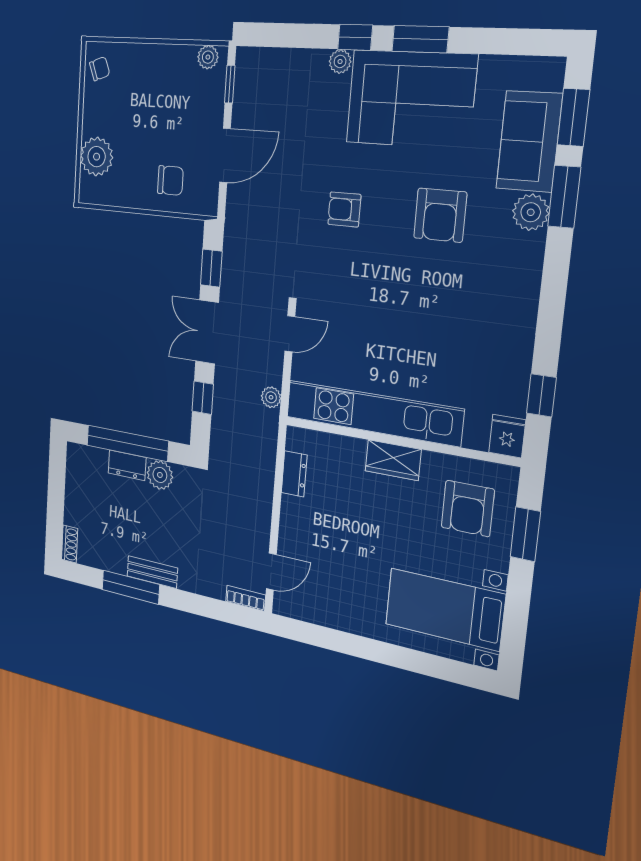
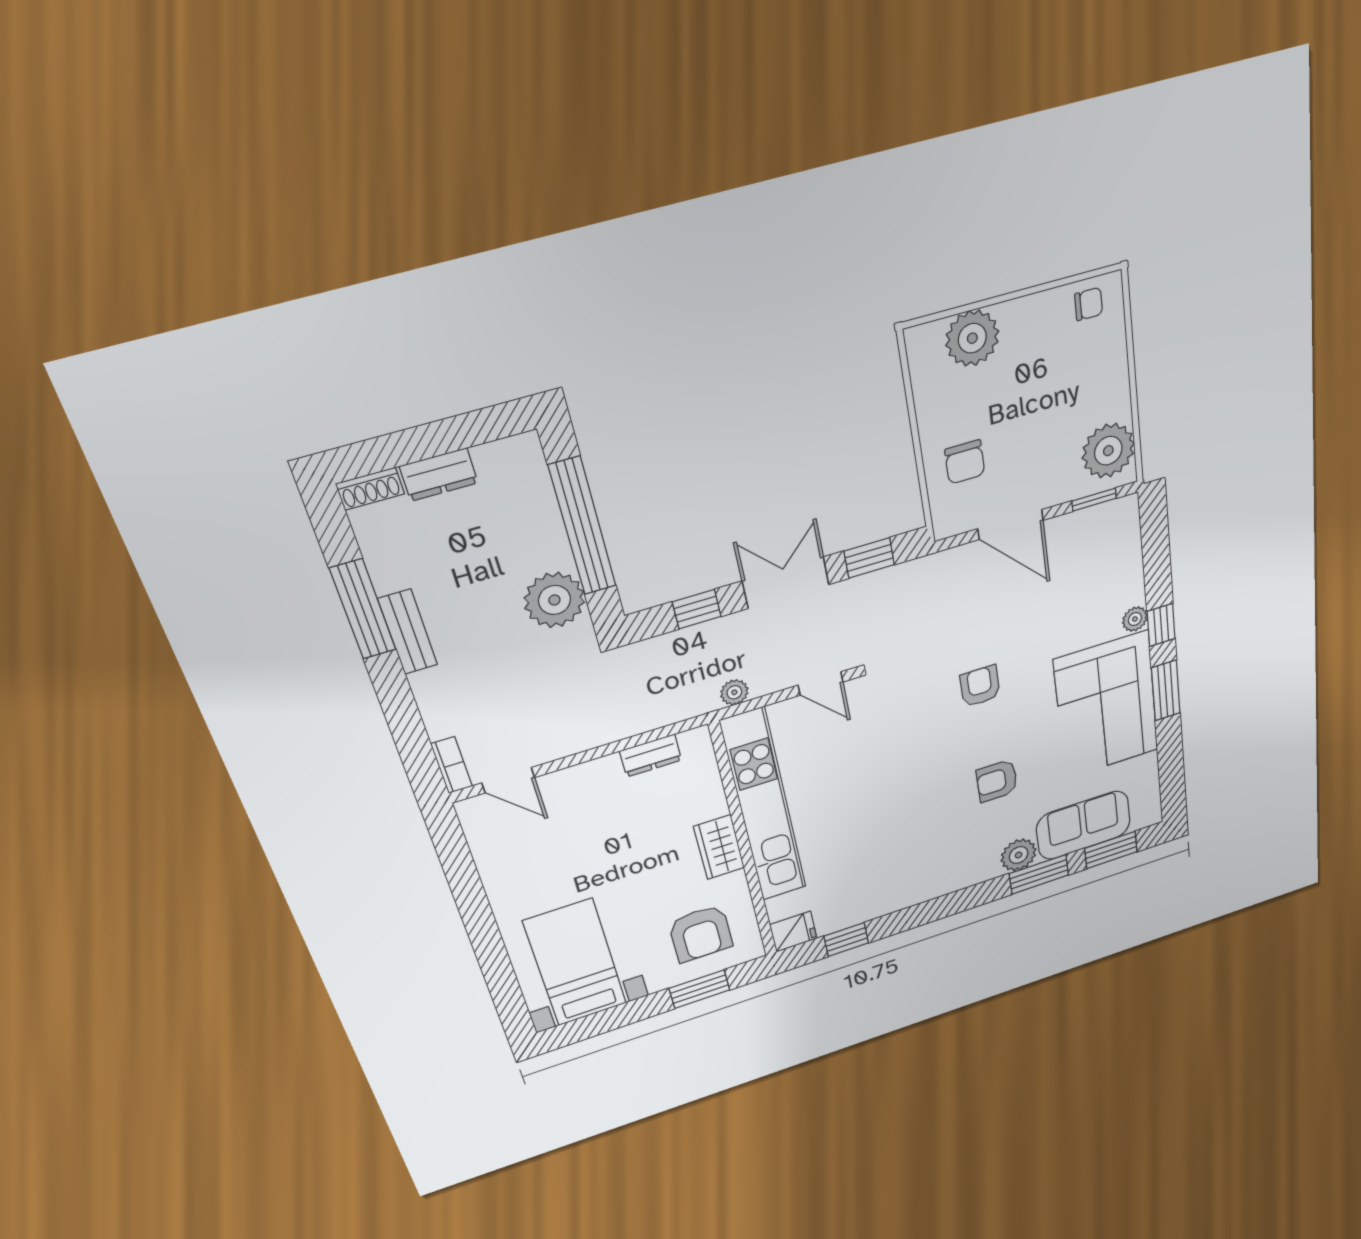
plant: (208, 57) -> (1108, 451), width x1.87, depth x1.87
chair: (100, 69) -> (1089, 304), turned -69
armchair: (440, 215) -> (997, 781), width x0.72, depth x0.72
dresser: (127, 465) -> (439, 475), moved, turned -90
plant: (160, 475) -> (554, 600), width x1.36, depth x1.36
armchair: (468, 508) -> (701, 934), turned -90

